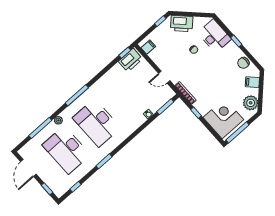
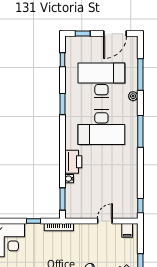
printer: (130, 60) -> (73, 162), moved, turned 180
door: (164, 77) -> (105, 221), moved
desk: (97, 123) -> (101, 127), turned 180
door: (28, 168) -> (115, 34), swing flipped

